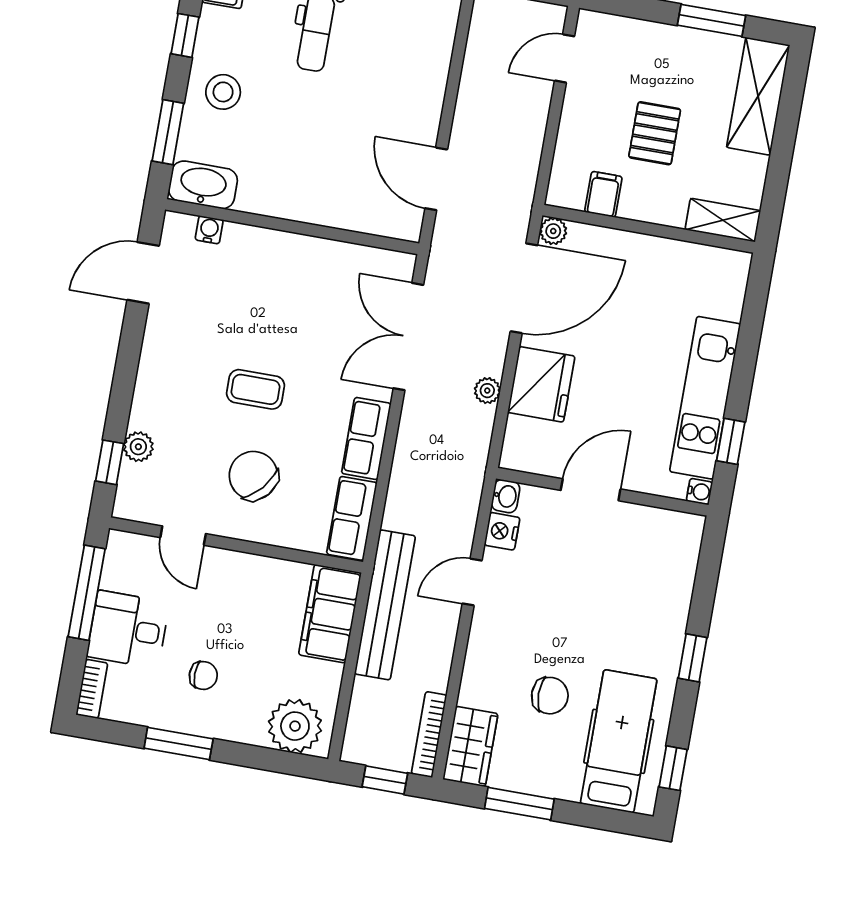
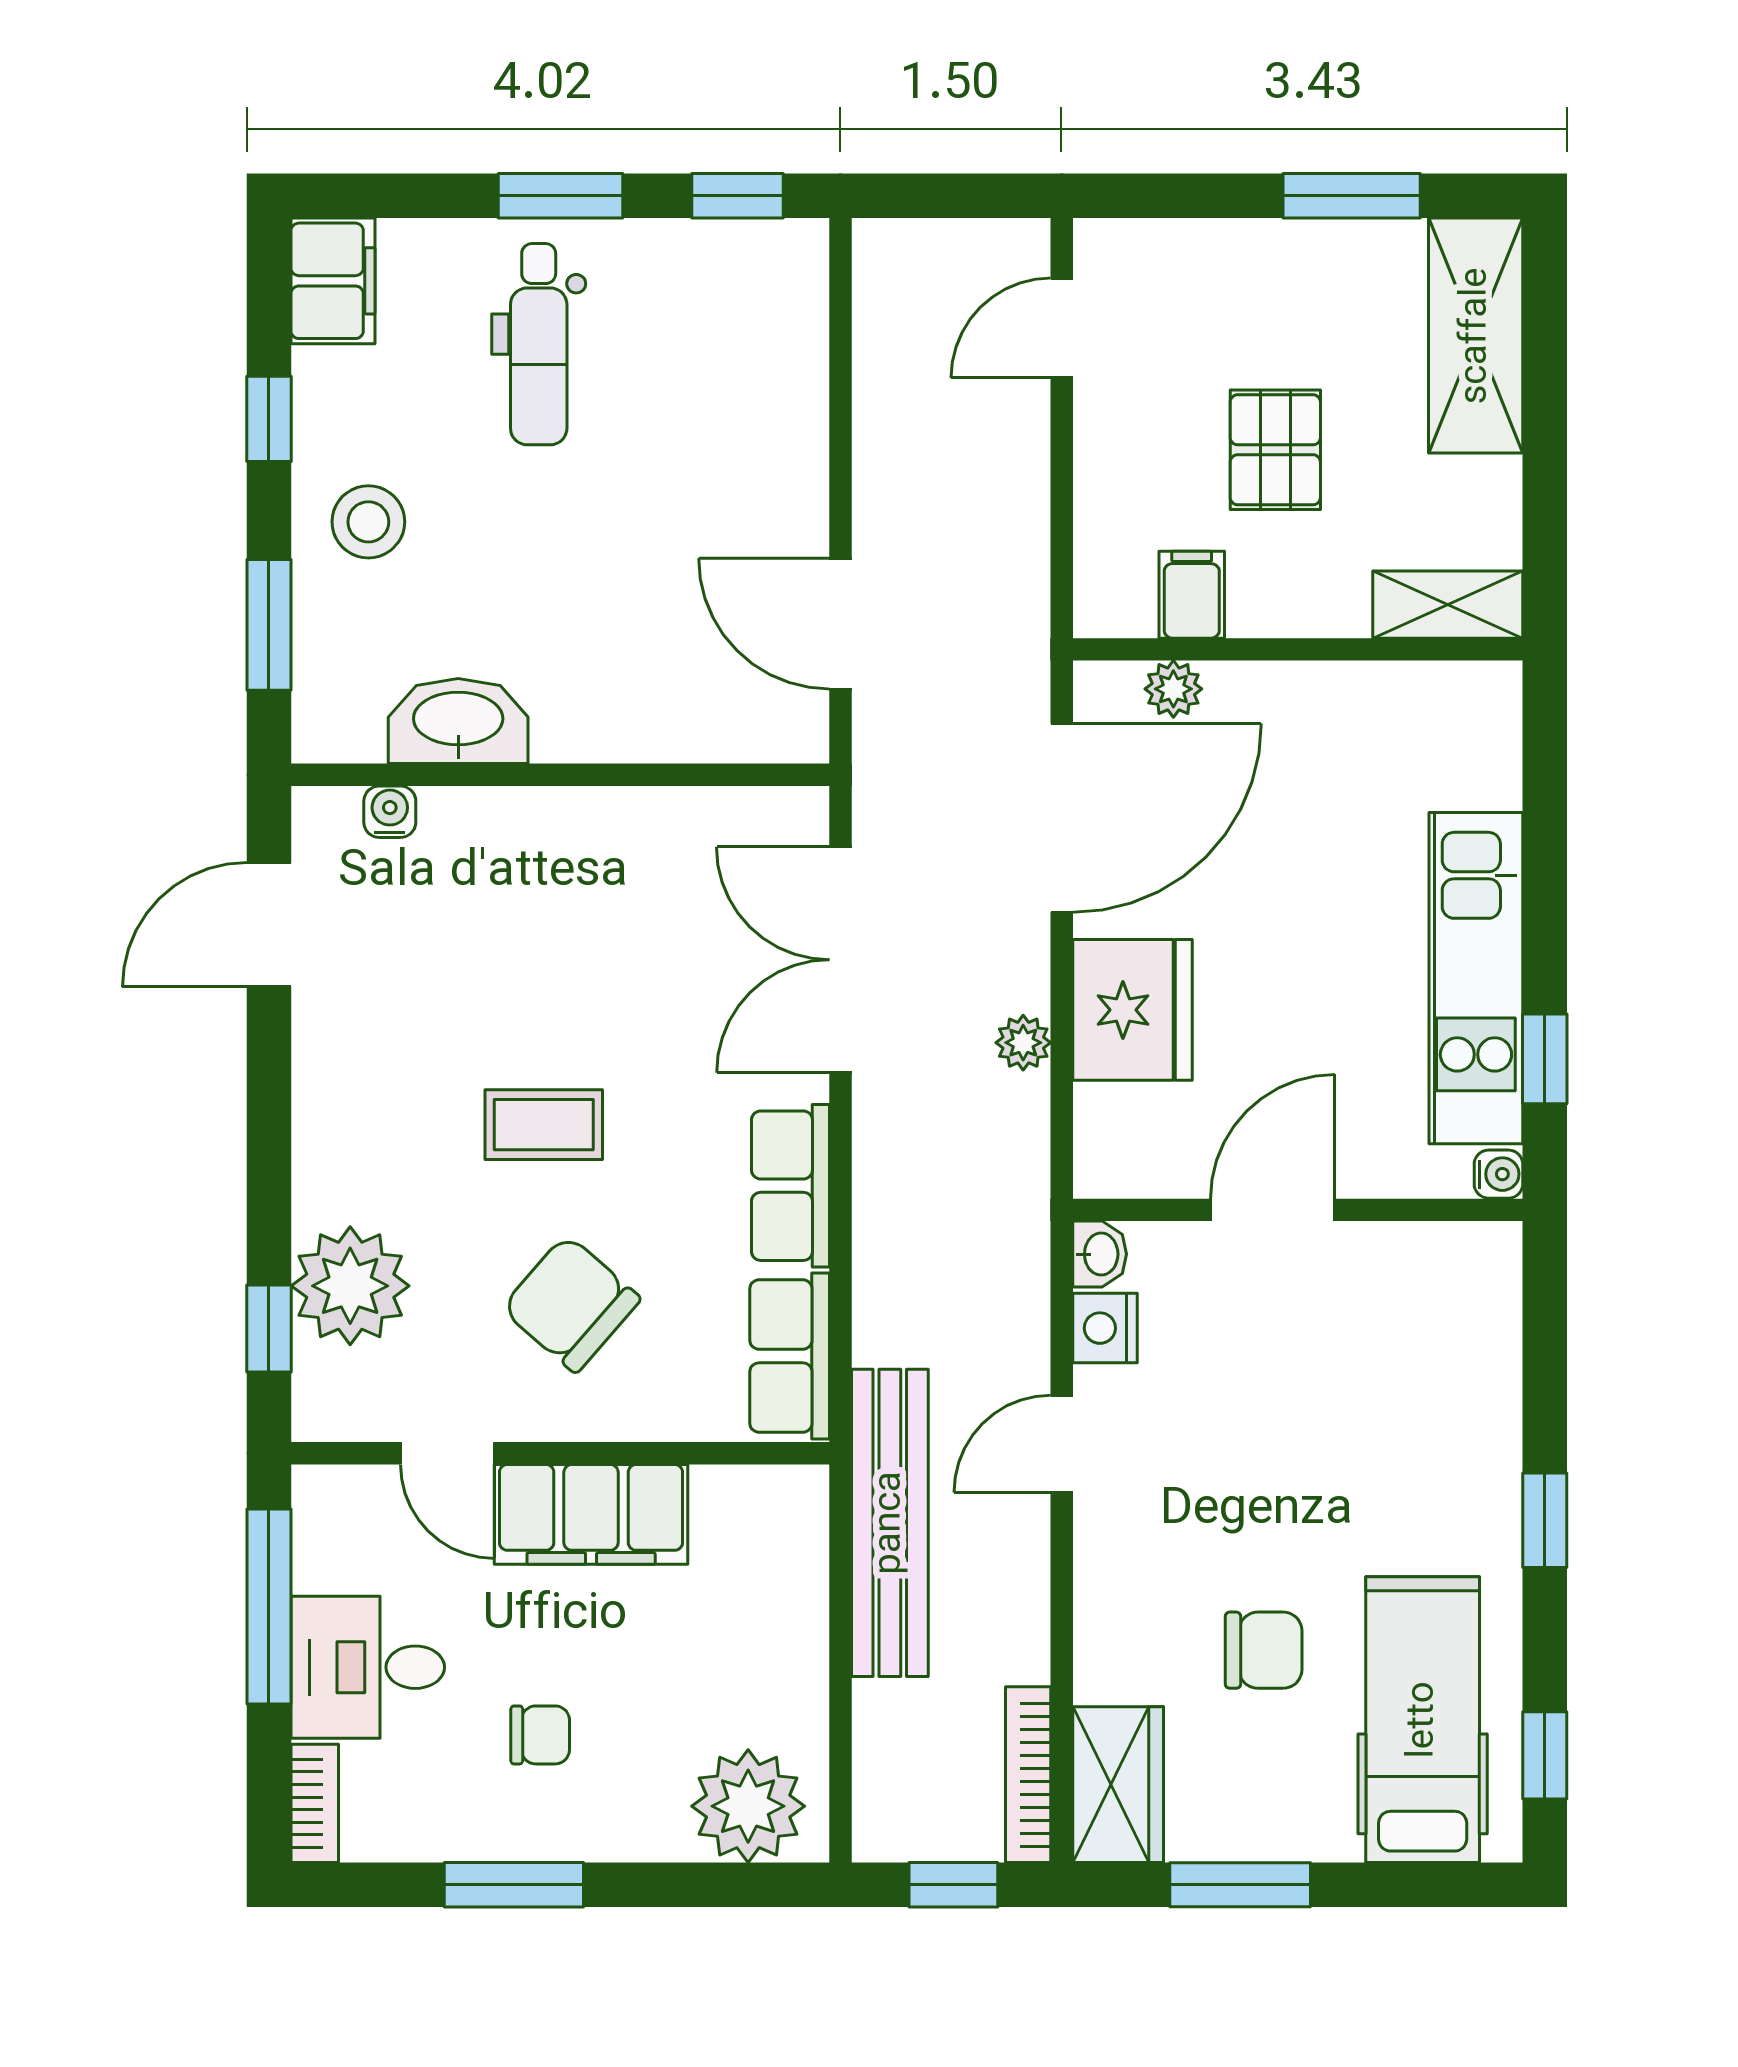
washbasin: (203, 185) -> (458, 721), moved
plant: (553, 231) -> (1173, 689), moved
plant: (138, 447) -> (350, 1286), width x1.87, depth x1.87
filing cabinet: (330, 614) -> (591, 1514), moved, turned -90

